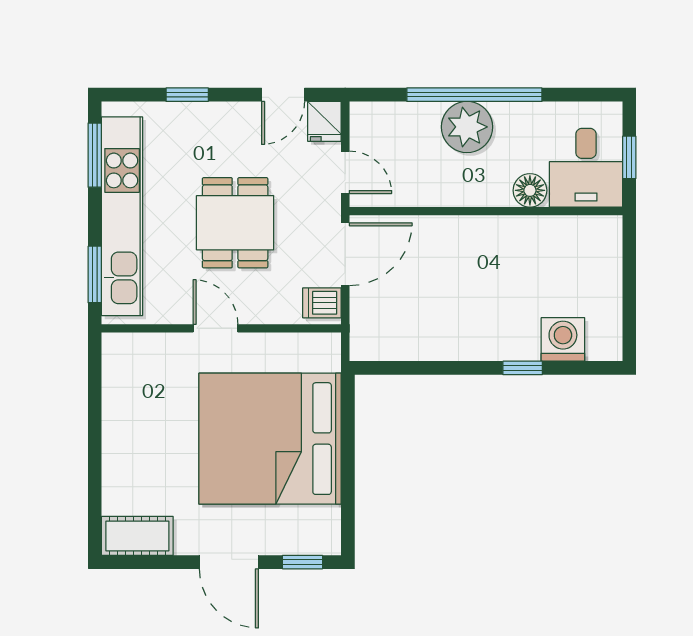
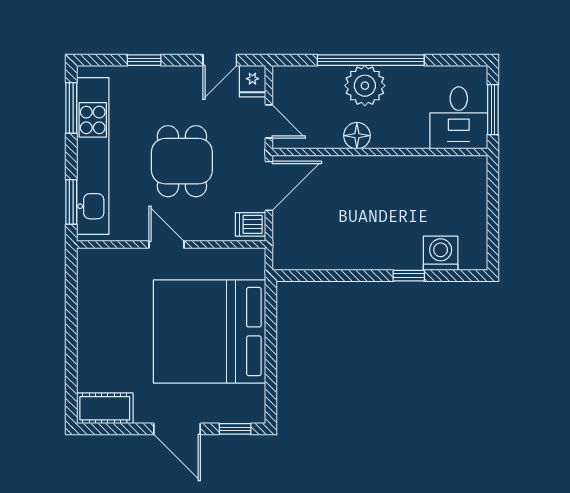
window: (629, 157) -> (493, 110), width x1.50
floor lamp: (530, 190) -> (357, 136), moved

